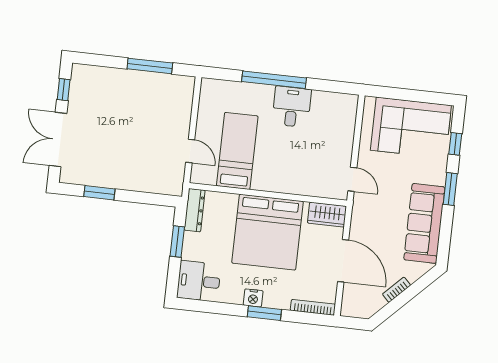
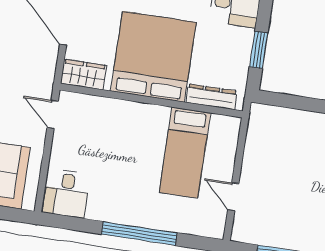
desk: (292, 107) -> (66, 193), moved
door: (190, 151) -> (233, 197), moved
dresser: (195, 210) -> (211, 97), moved, turned 90

